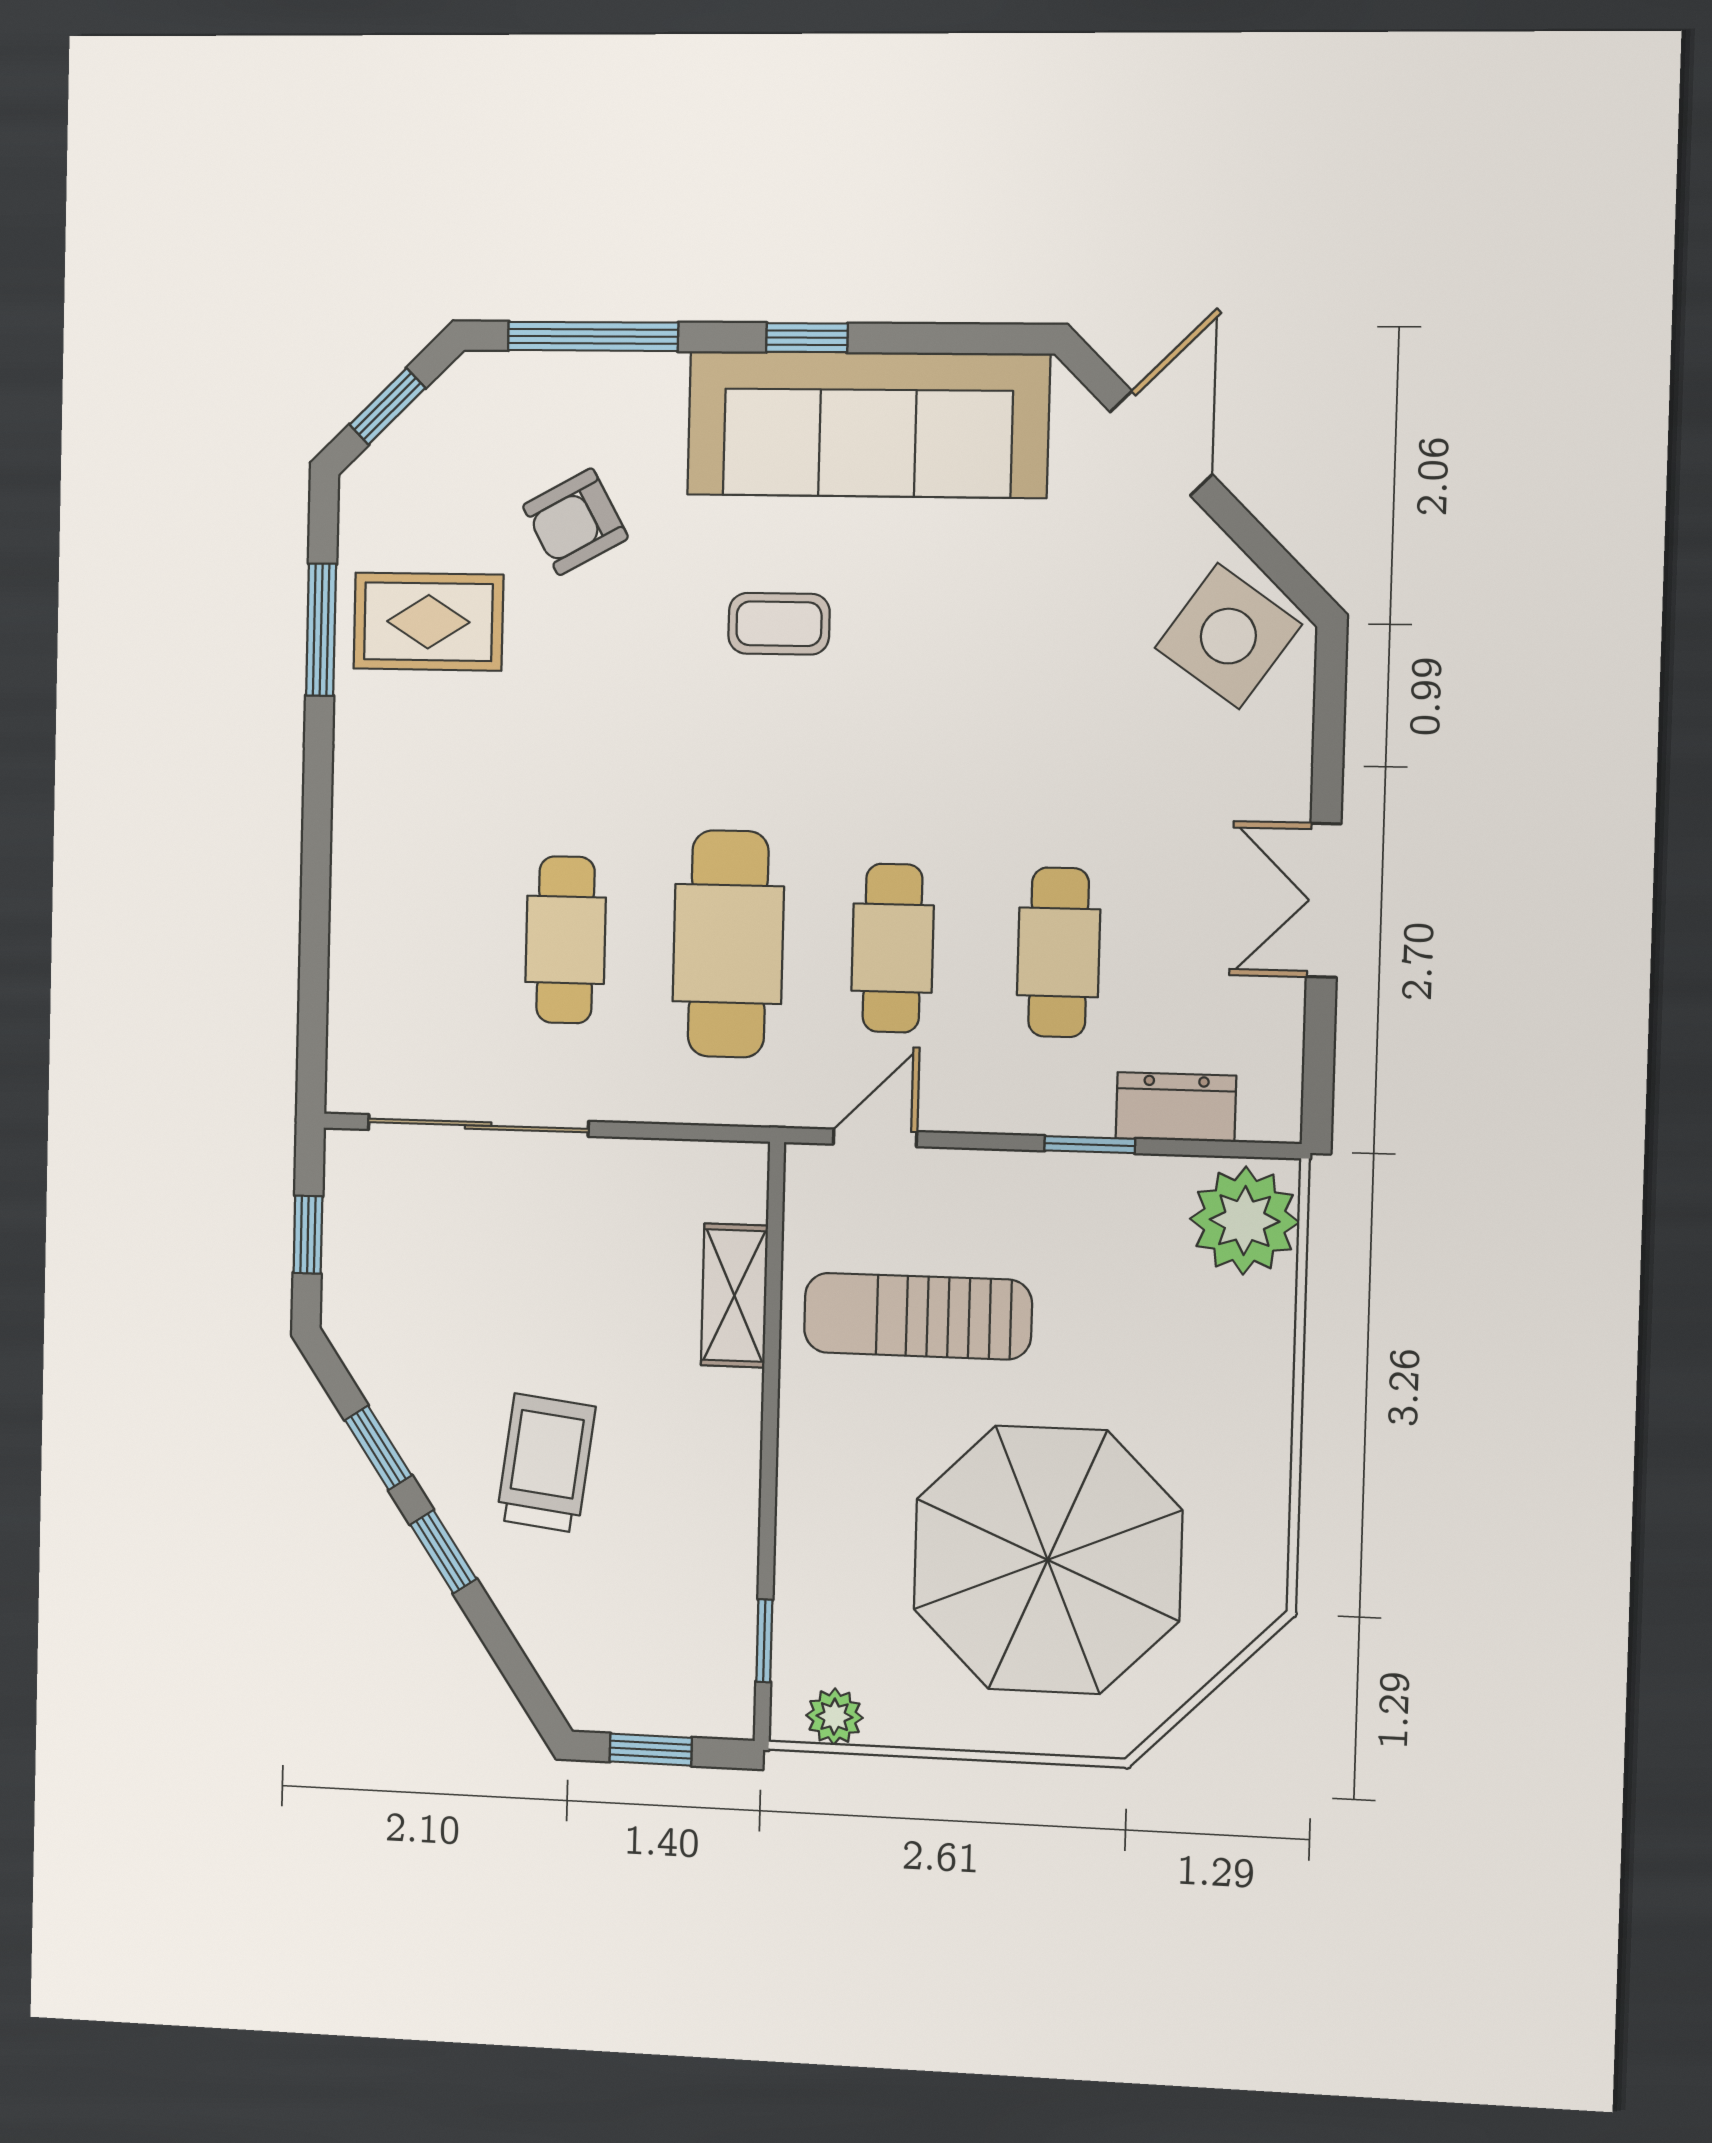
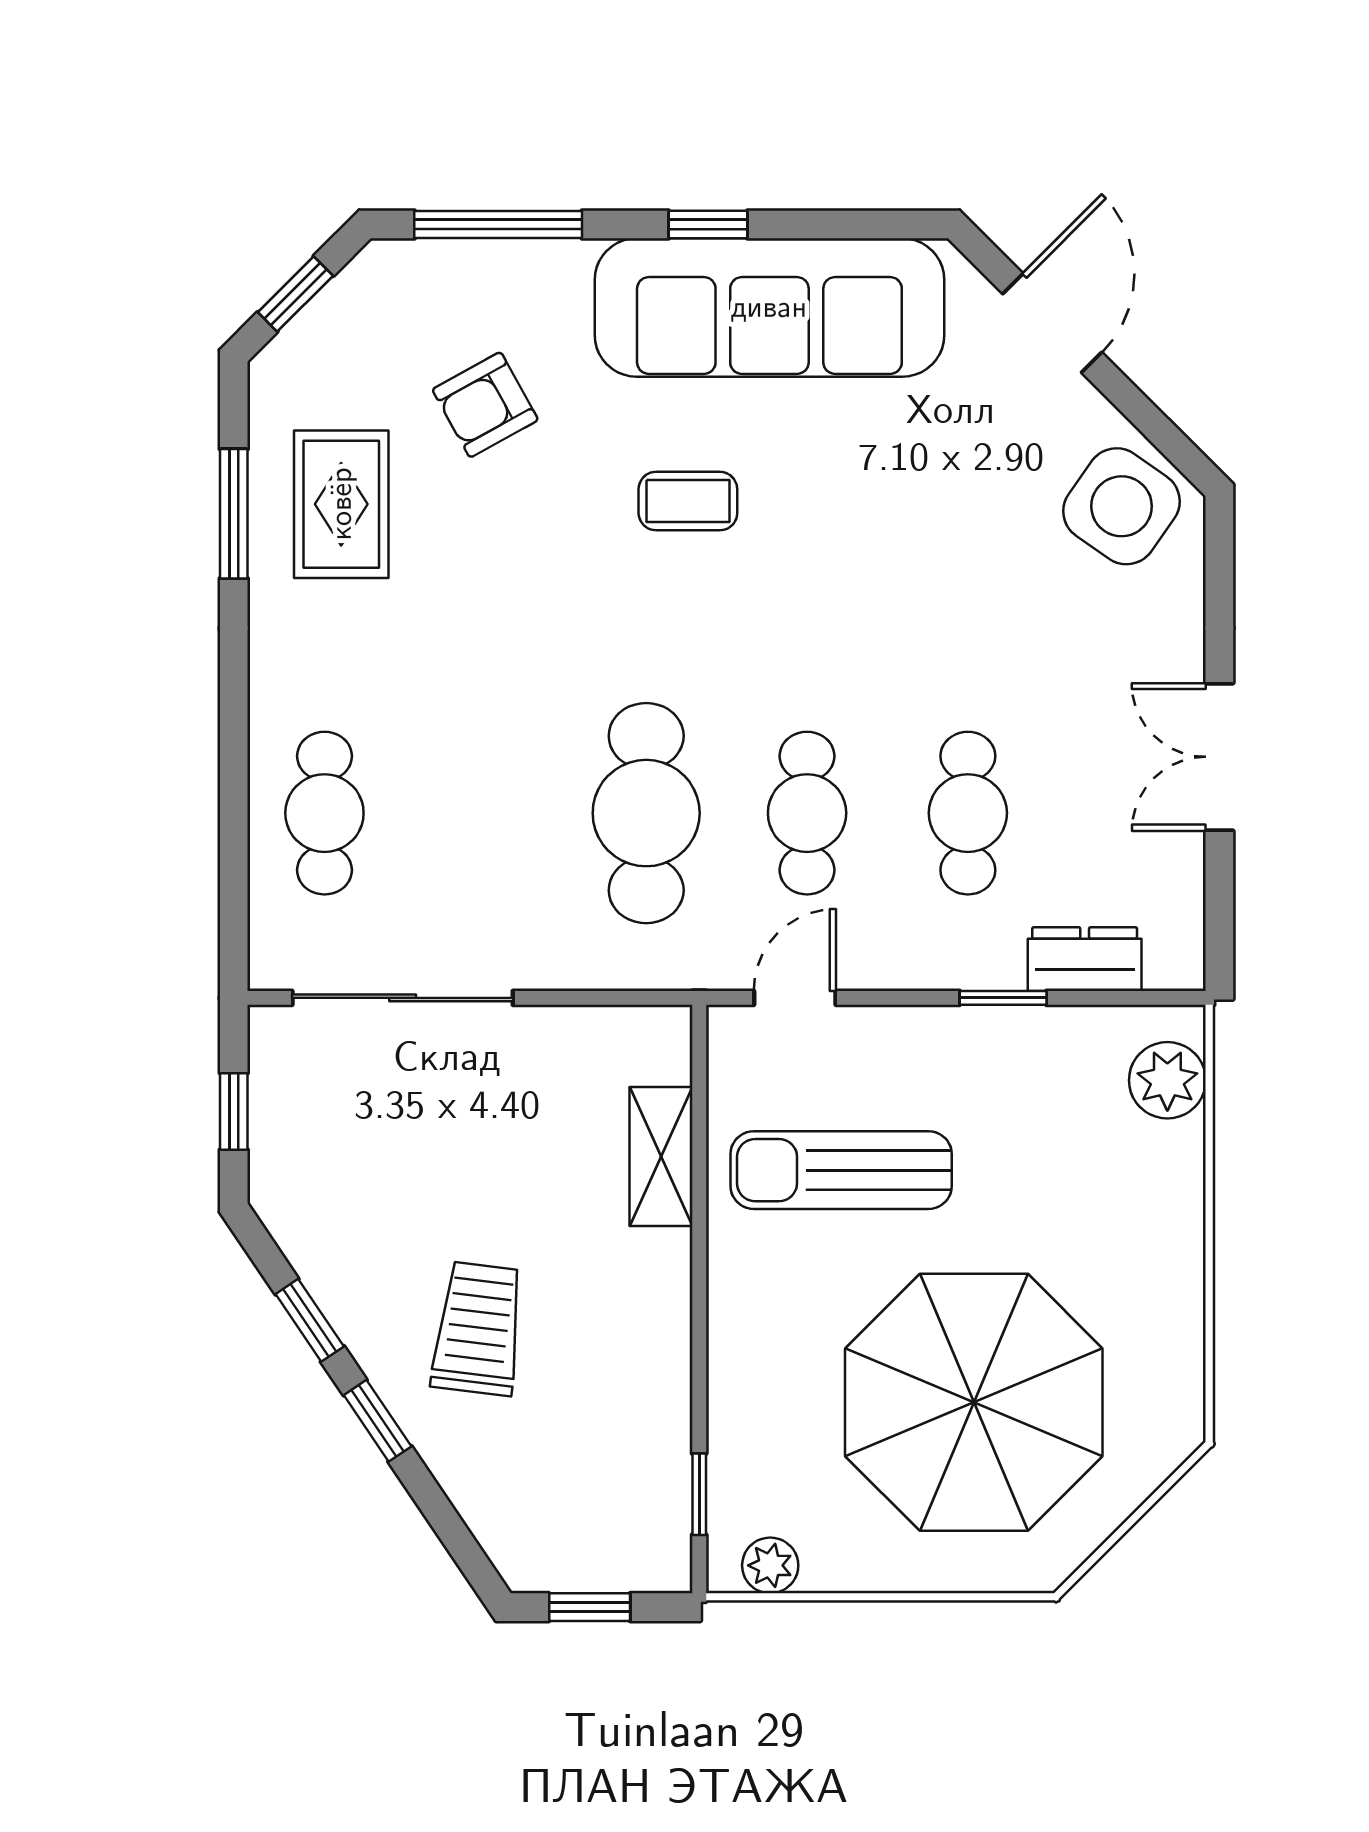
rug: (428, 622) -> (341, 504), turned 90
cafe table: (566, 940) -> (324, 813), moved
plant: (1245, 1221) -> (1167, 1080), width x0.73, depth x0.73

